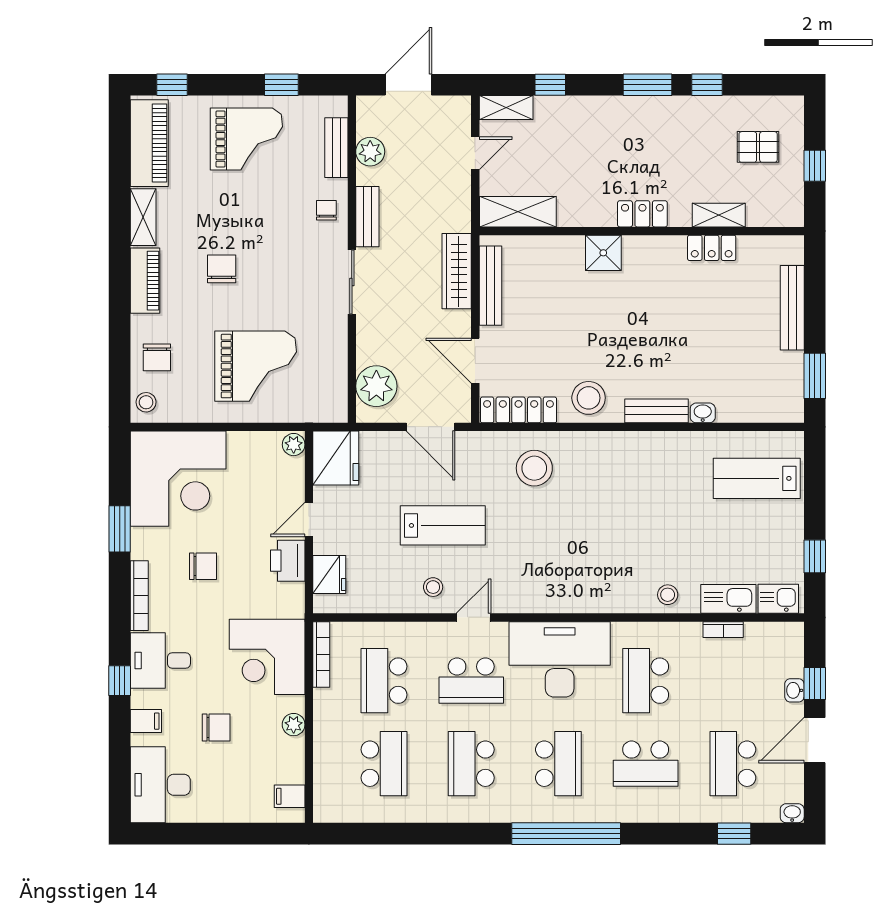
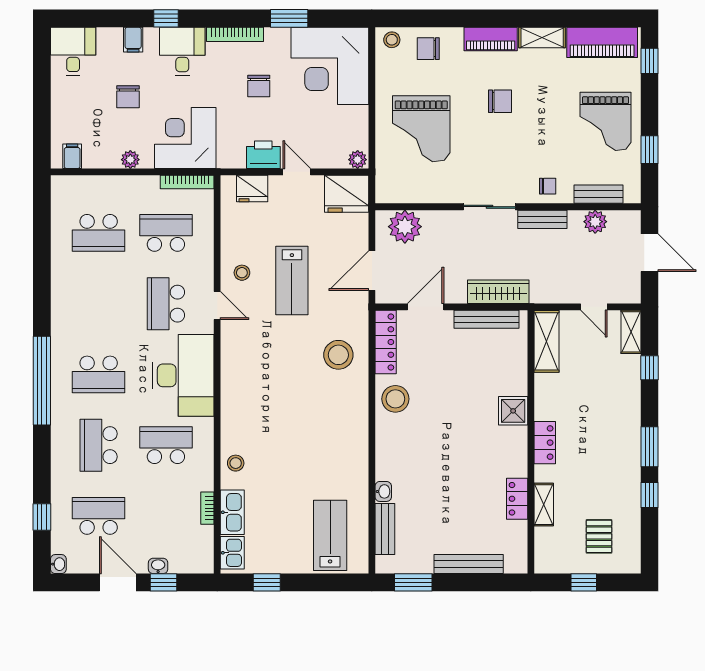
bench: (657, 411) -> (385, 529), moved
school desk: (471, 764) -> (99, 304), removed
desk: (160, 785) -> (73, 51), width x0.73

